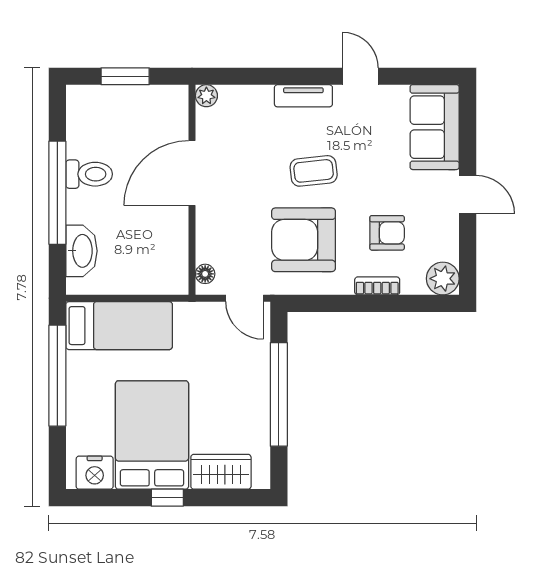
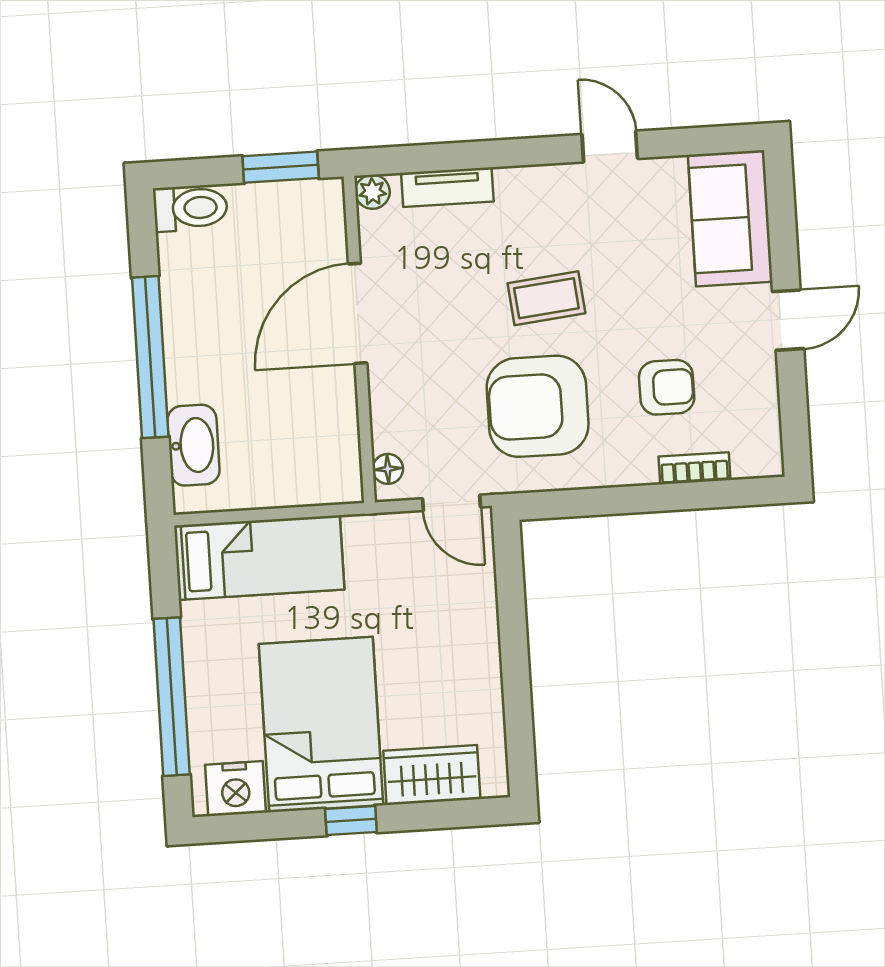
window: (125, 76) -> (281, 167), moved
tv unit: (303, 96) -> (447, 187), moved
toilet: (89, 174) -> (190, 208), moved
door: (468, 195) -> (788, 320), hinge flipped
plant: (443, 279) -> (758, 453), removed
bookcase: (377, 286) -> (695, 468), moved
window: (57, 376) -> (172, 697), moved
window: (279, 394) -> (514, 649), removed

